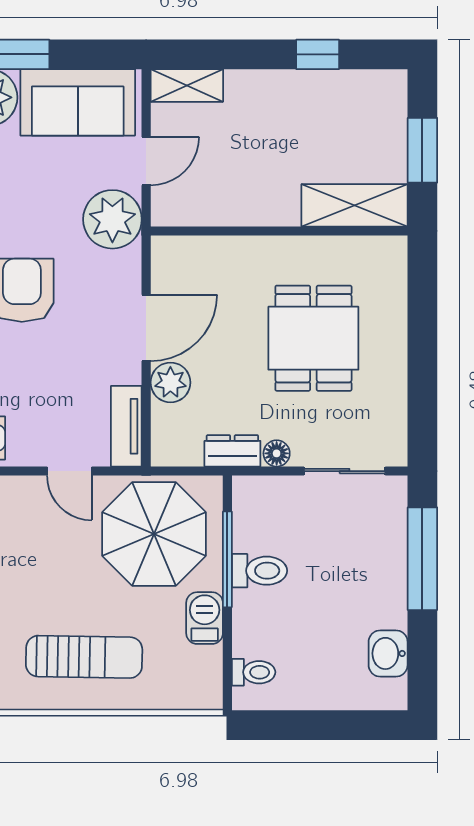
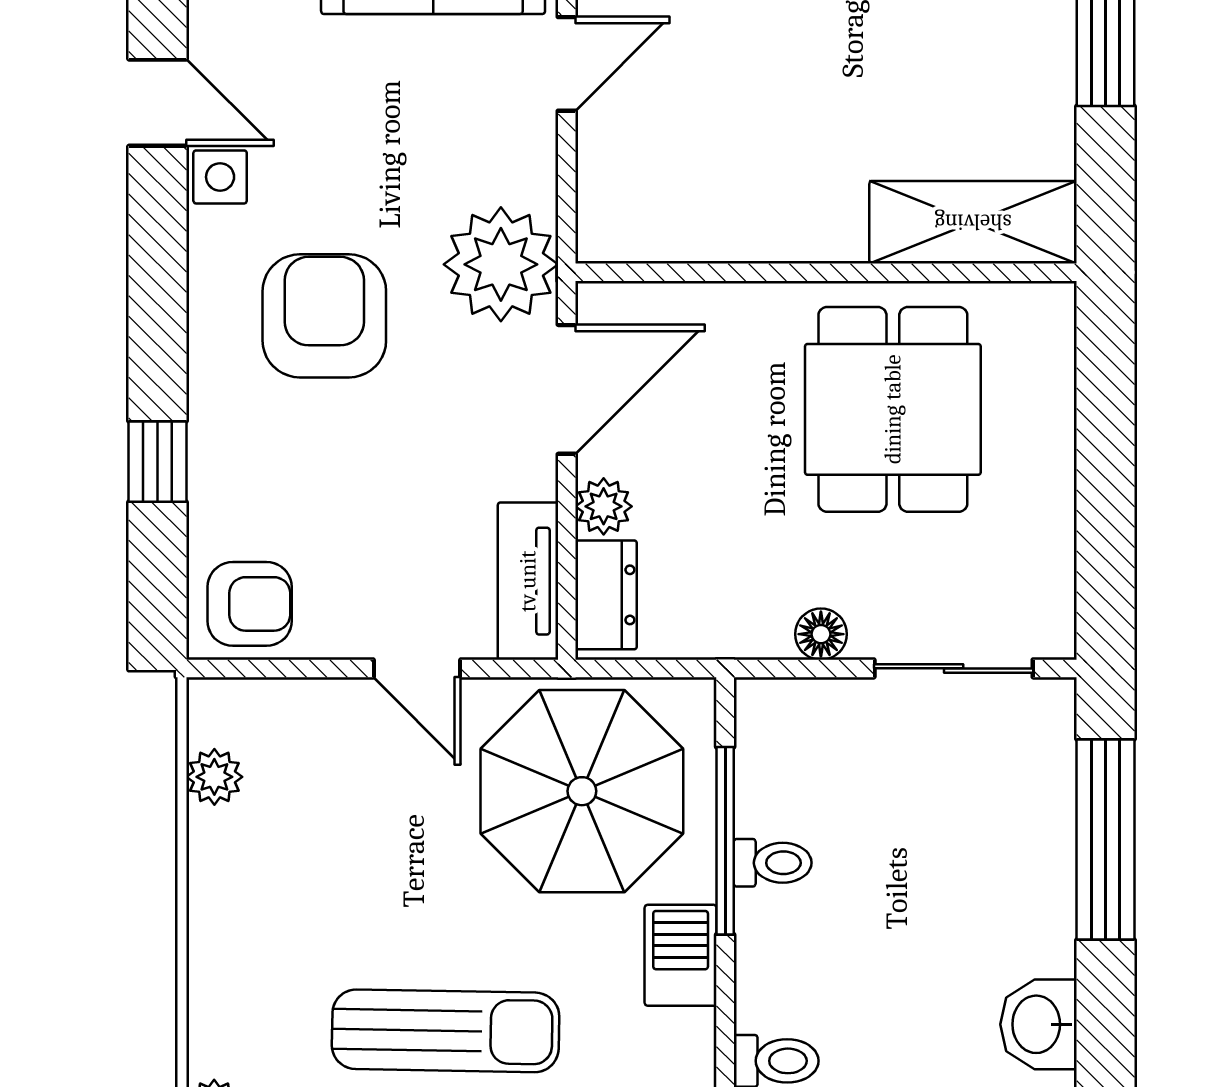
shelving: (355, 205) -> (973, 222), moved
plant: (112, 219) -> (501, 264), moved
wall: (279, 231) -> (826, 272), moved
plant: (170, 382) -> (604, 506), width x0.73, depth x0.73
dresser: (232, 451) -> (606, 595), moved, turned 90
toilet: (259, 571) -> (773, 863), width x0.73, depth x0.72

